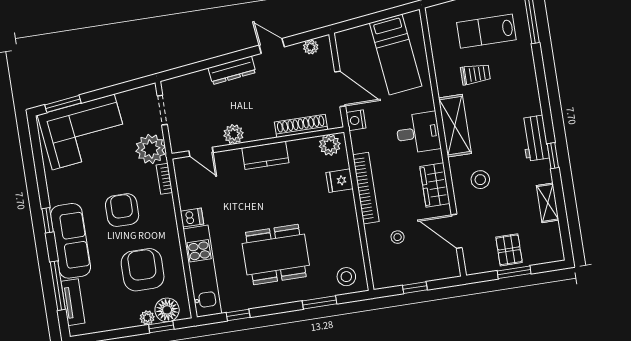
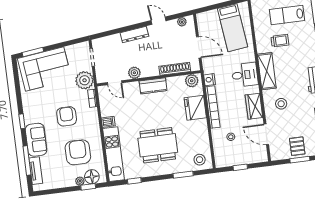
nightstand: (356, 120) -> (209, 80), moved
fridge: (340, 181) -> (195, 108), width x1.88, depth x1.34
sofa: (71, 241) -> (36, 140), width x0.73

